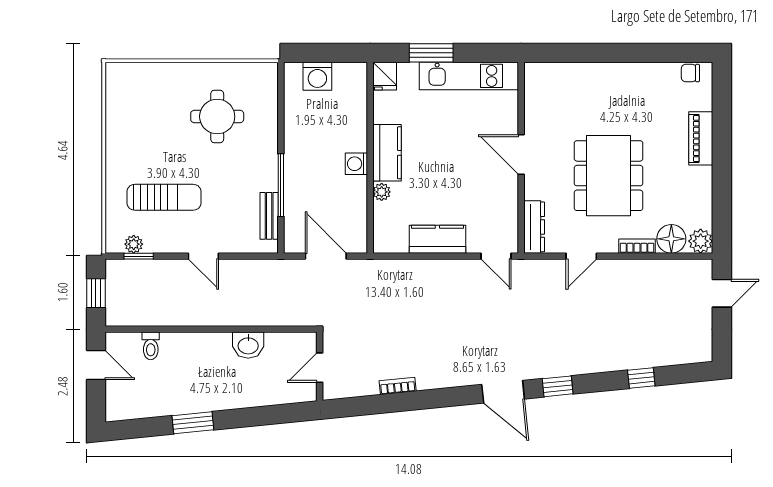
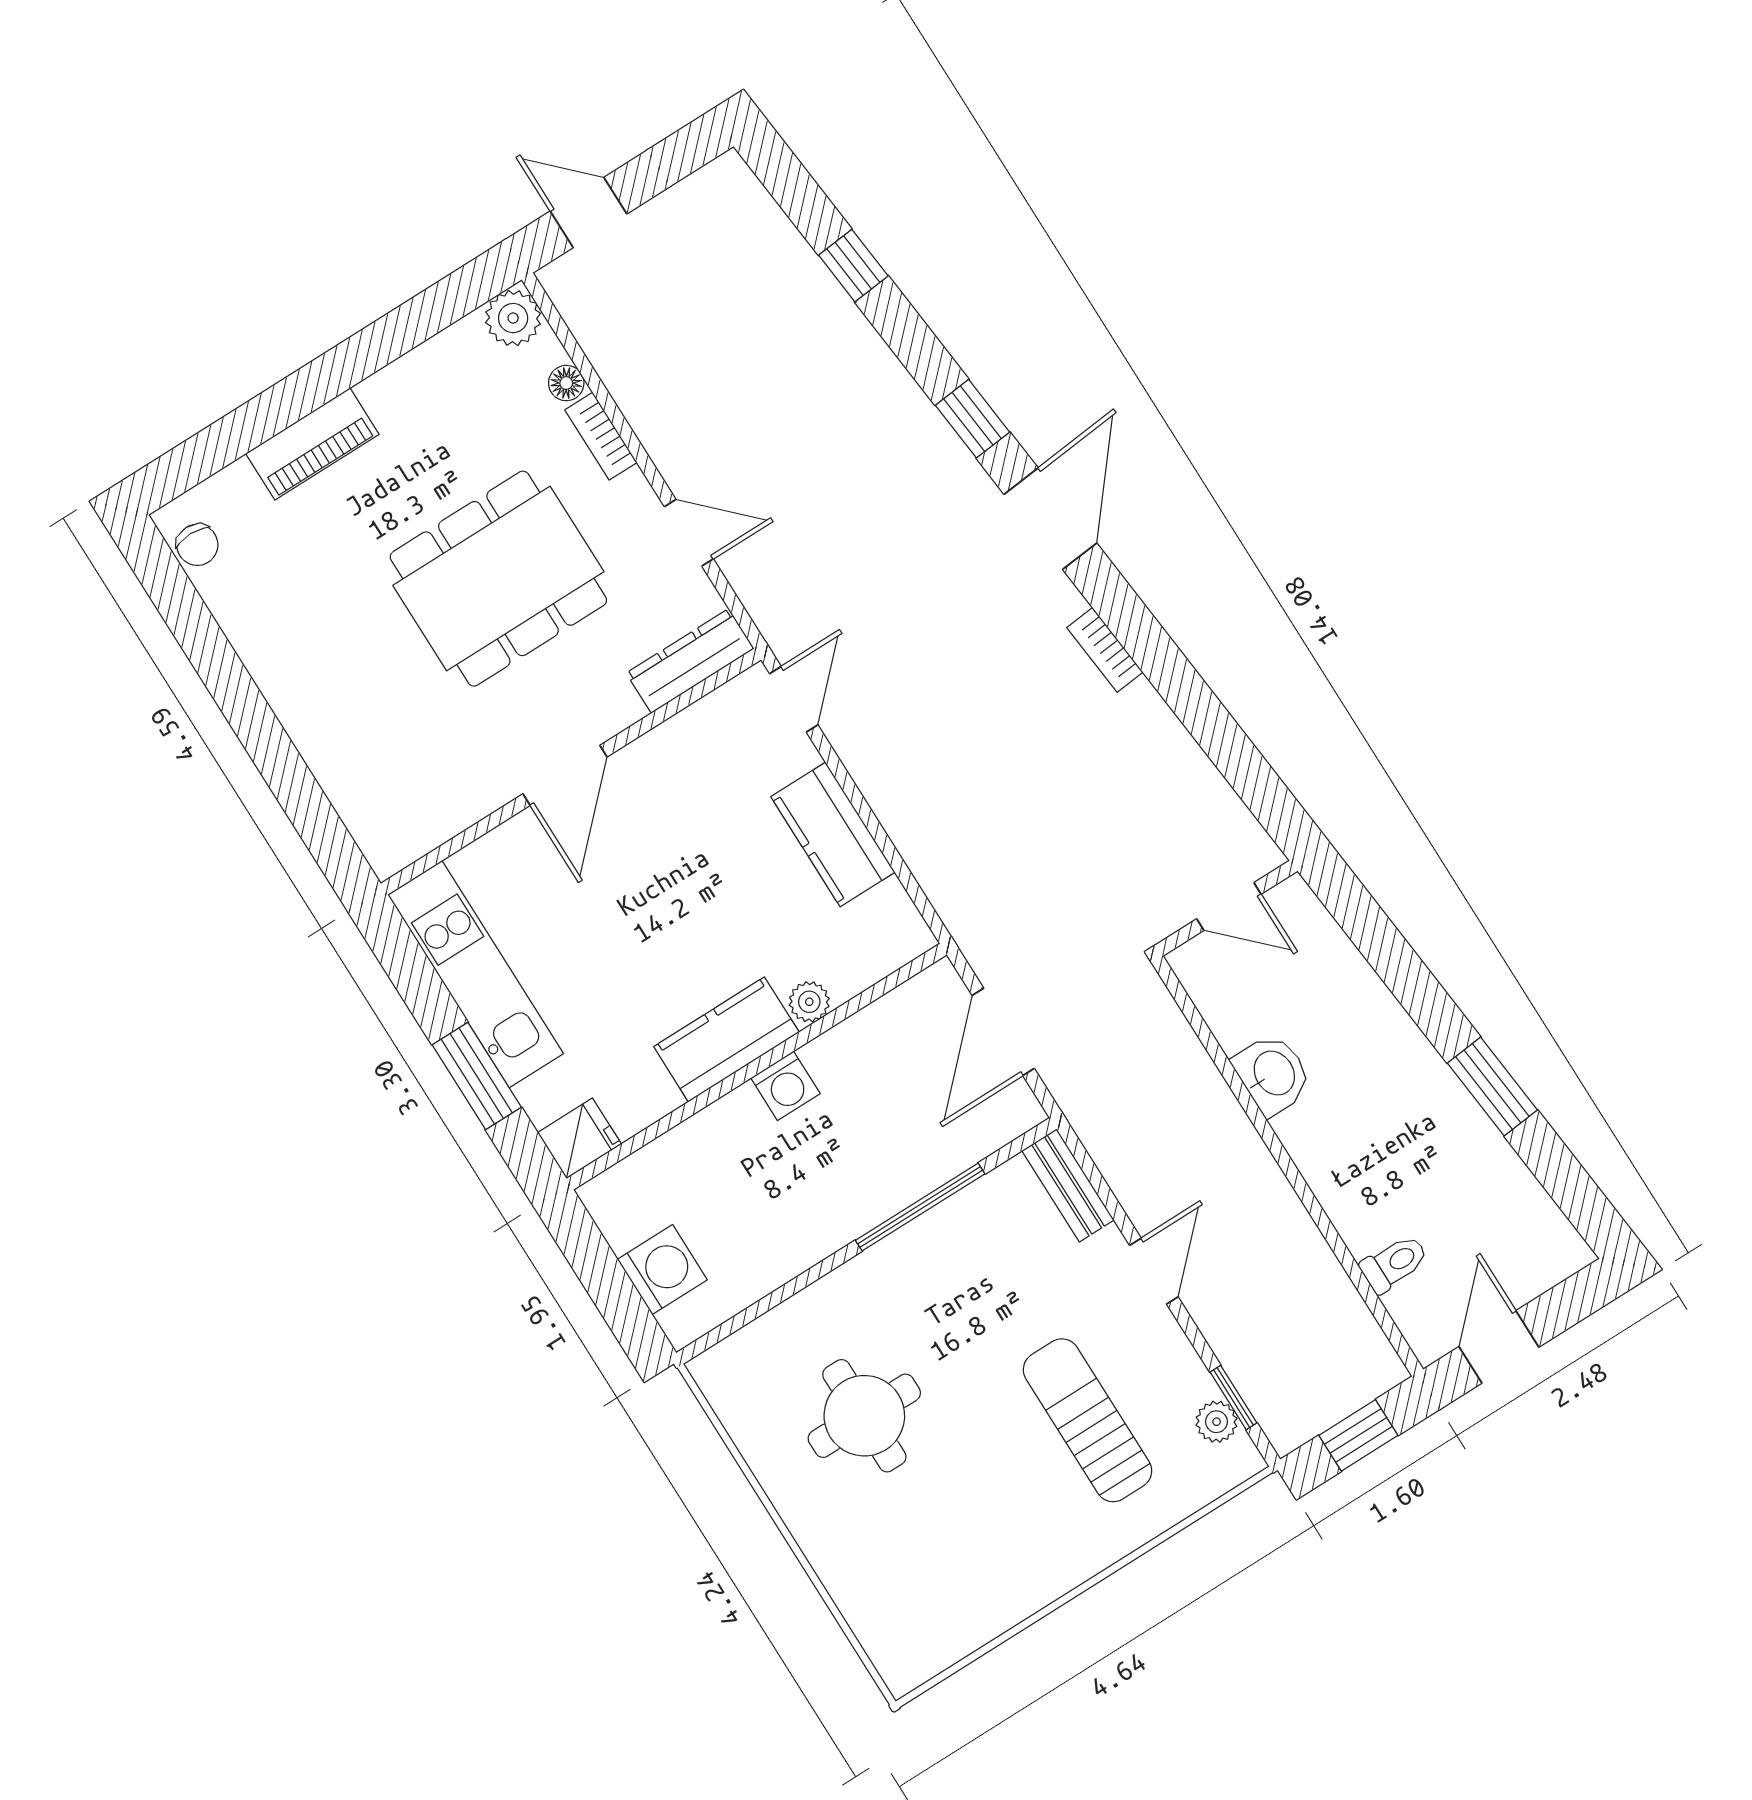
bench: (269, 216) -> (1068, 1185), moved, turned 90
floor lamp: (671, 239) -> (566, 383), width x0.53, depth x0.53
bookcase: (398, 386) -> (1105, 650), moved

